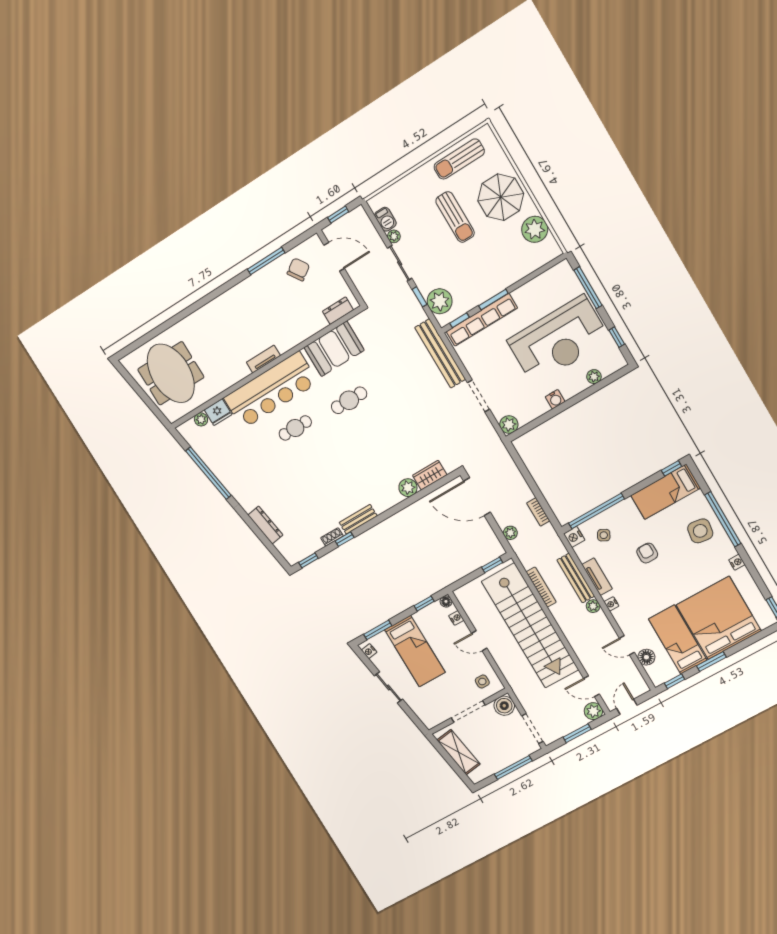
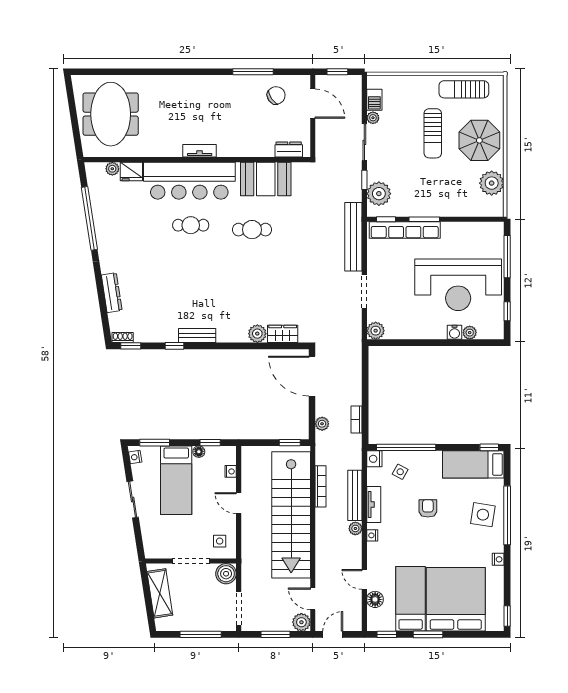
water cooler: (555, 399) -> (455, 332), moved
shoe rack: (332, 537) -> (123, 337), moved
floor lamp: (446, 601) -> (199, 452), moved

